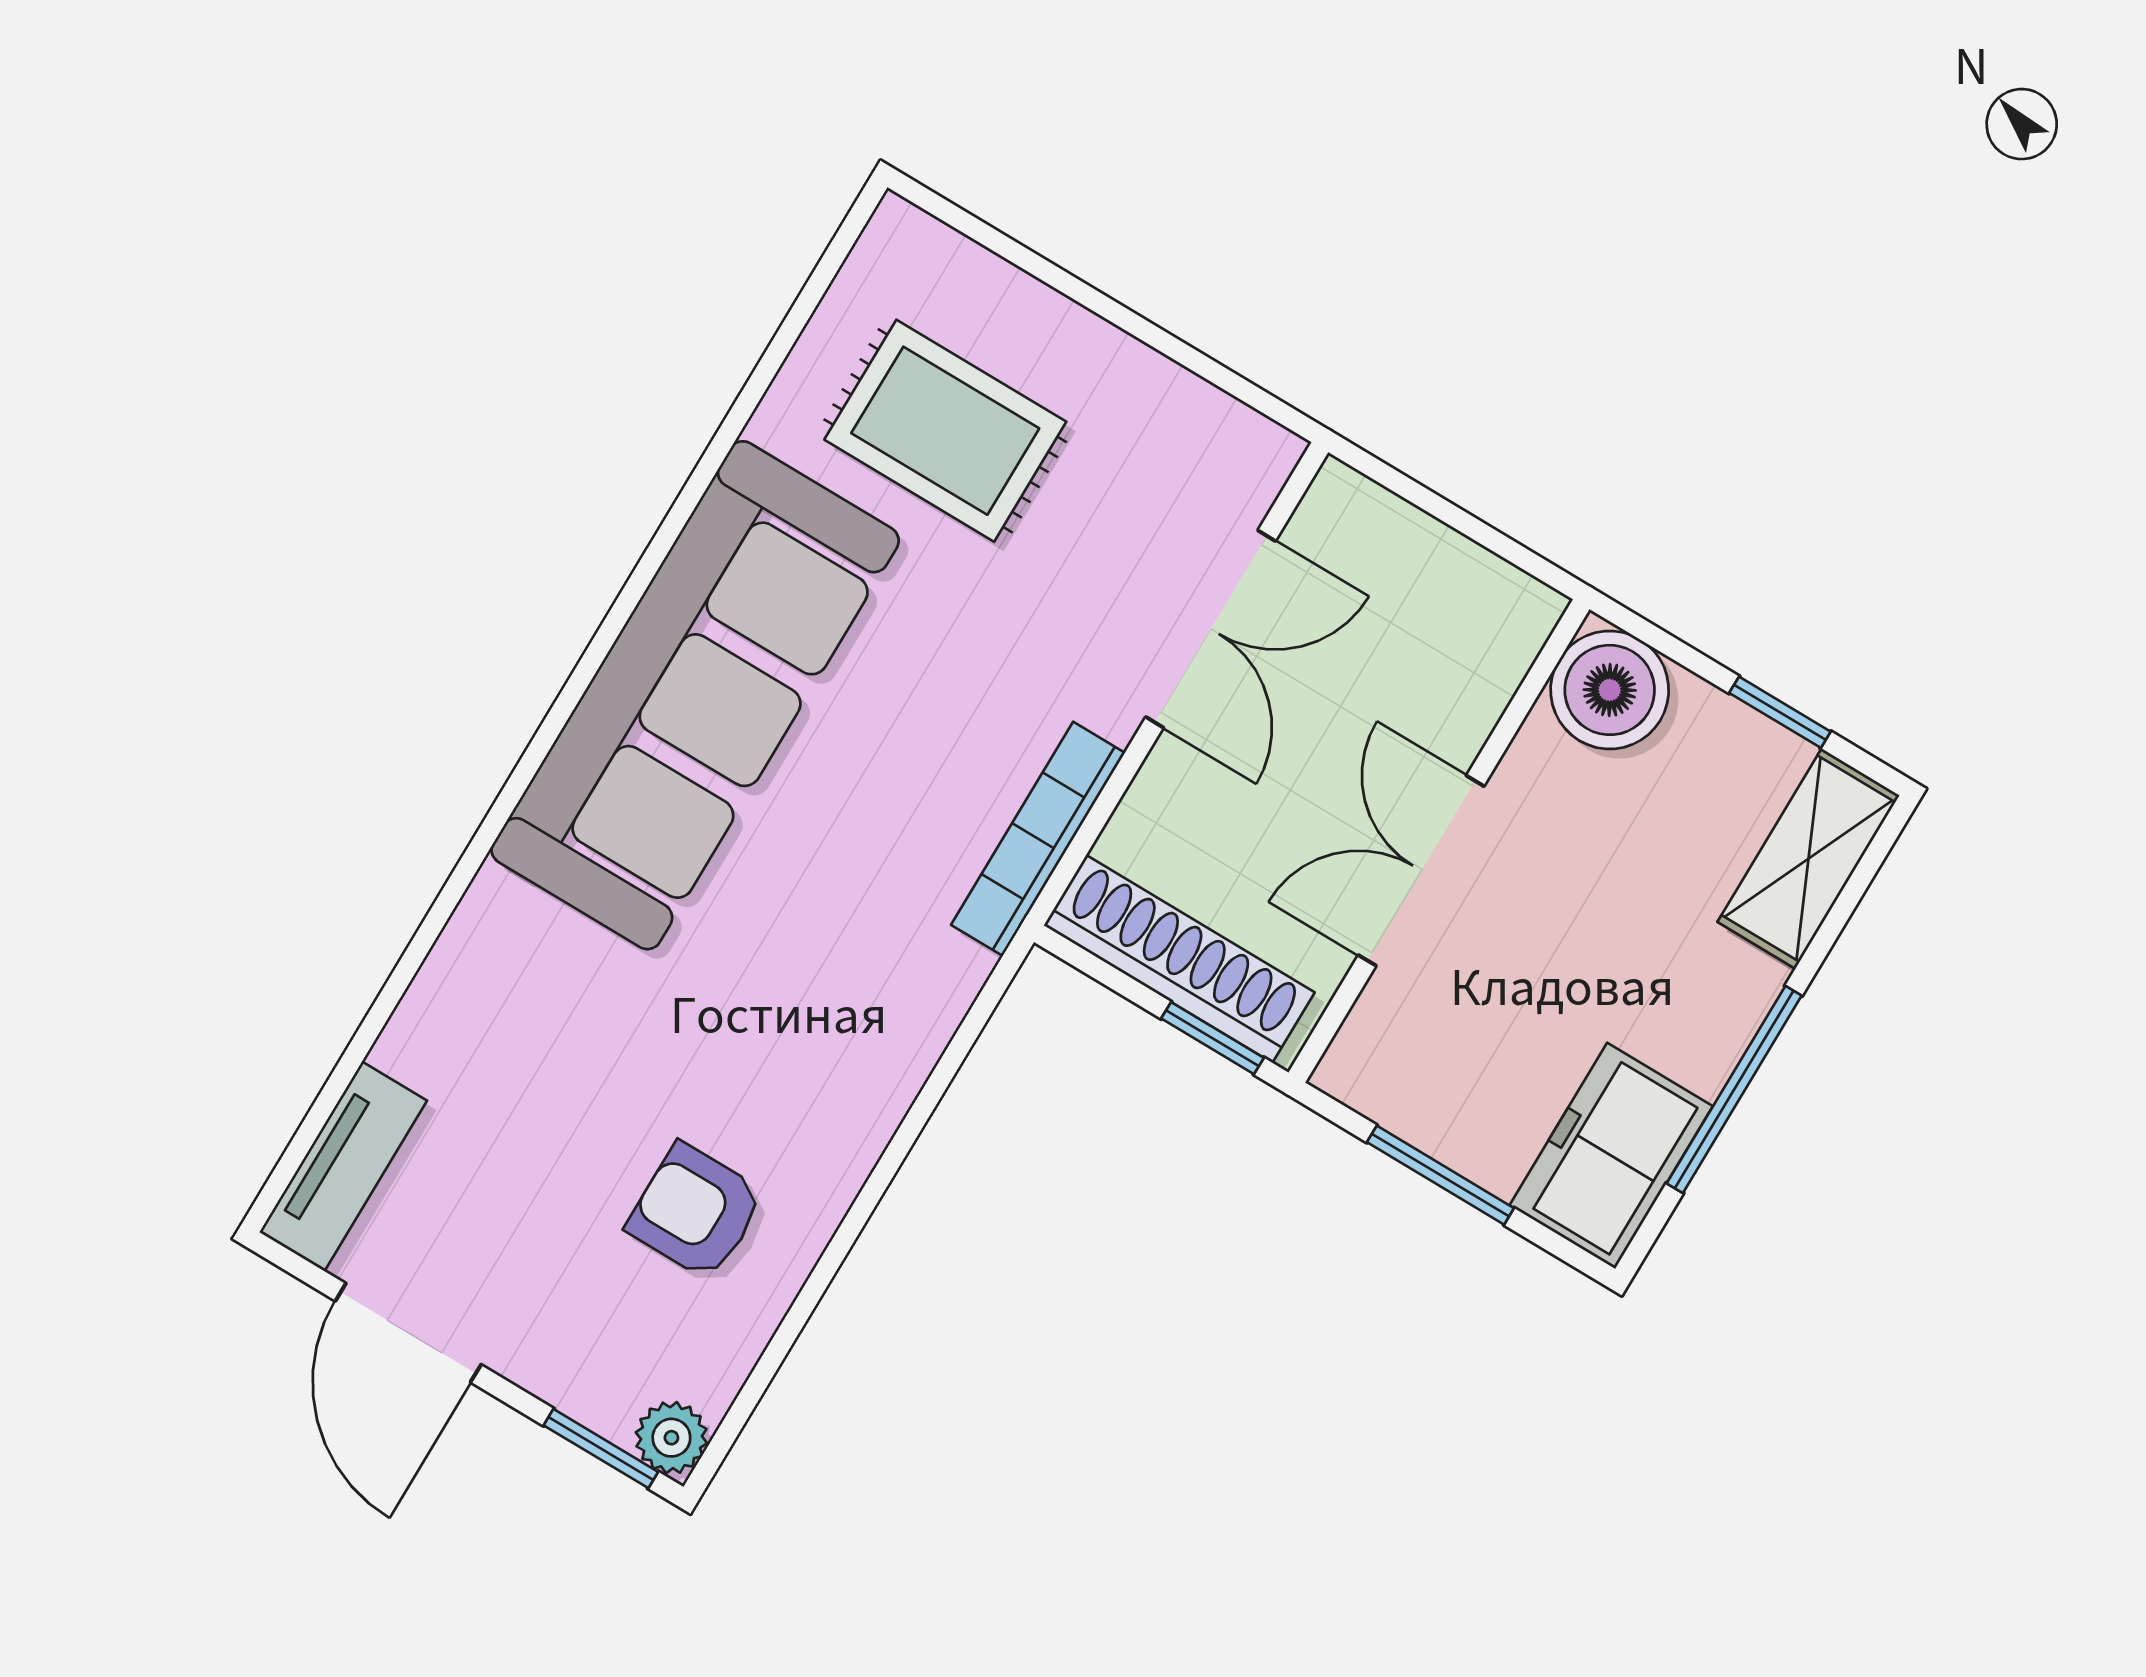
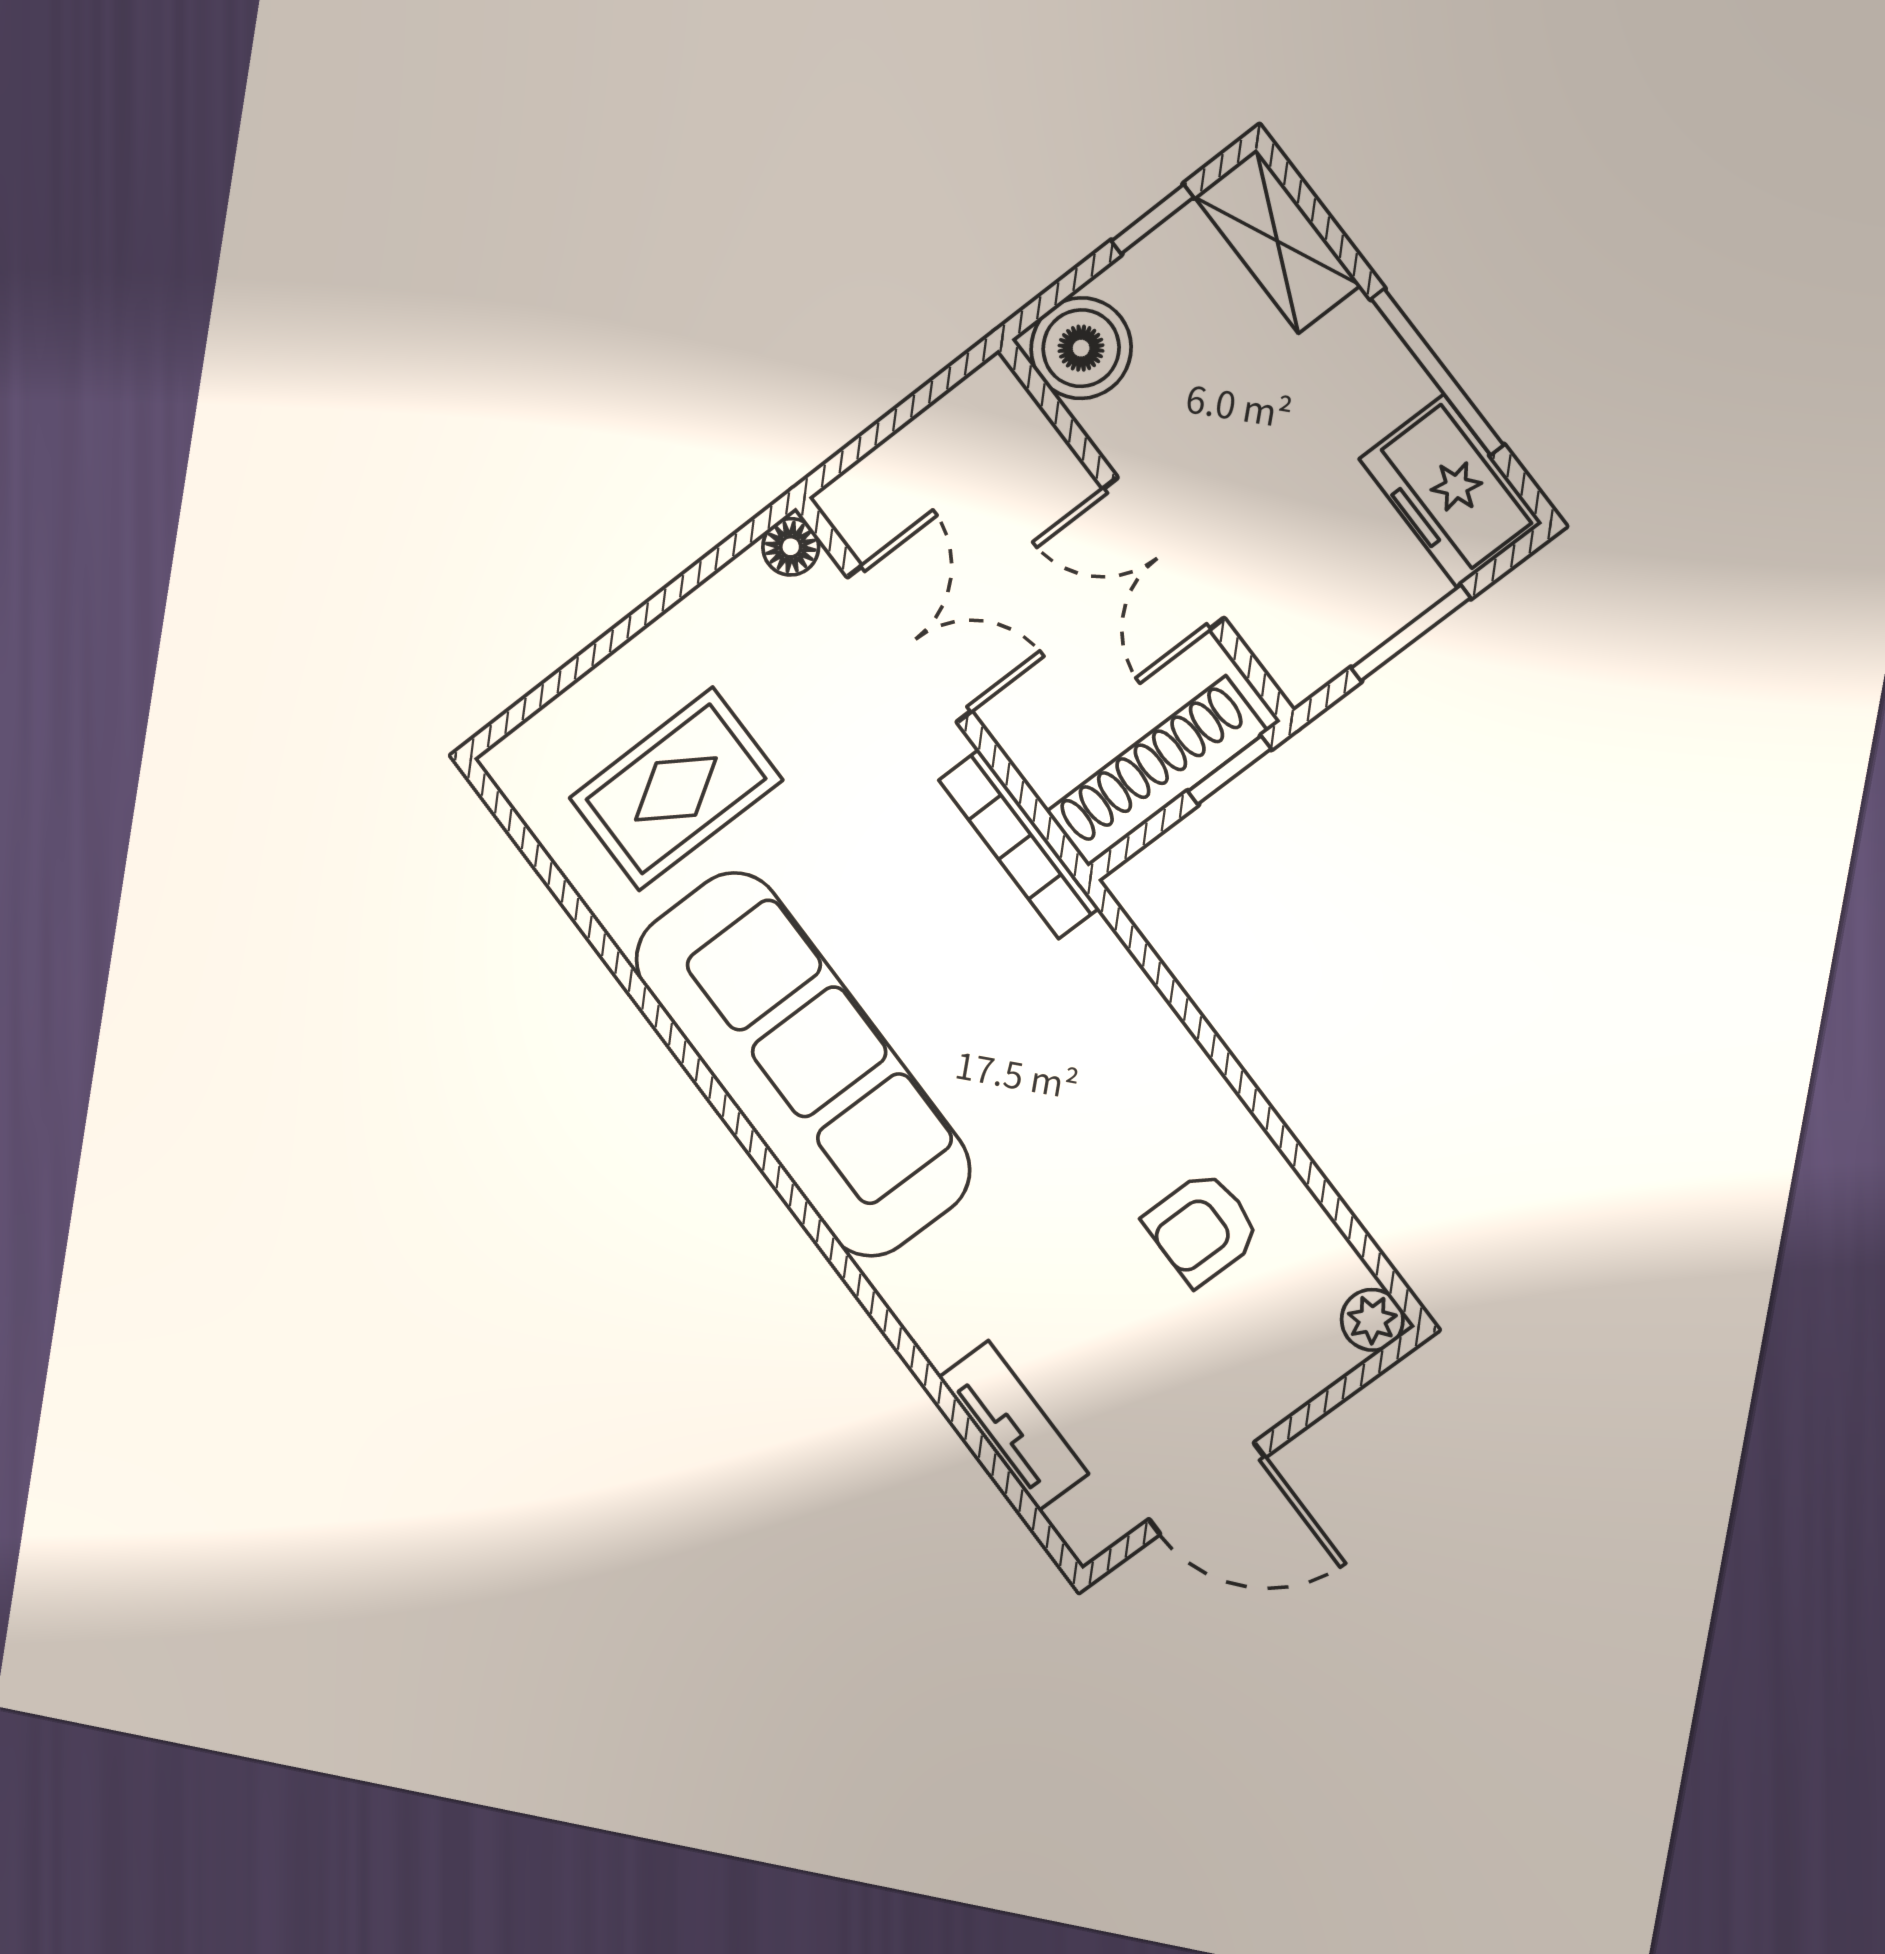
floor lamp: (1266, 454) -> (791, 547), added
tv unit: (343, 1166) -> (1013, 1426), moved
window: (601, 1449) -> (1358, 1378), removed

